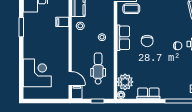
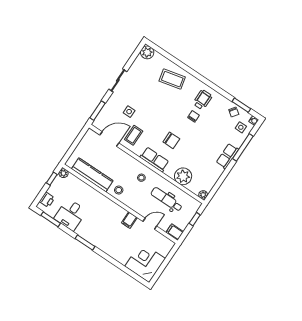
filing cabinet: (62, 22) -> (129, 220), moved
corner desk: (37, 73) -> (145, 262), moved
door: (70, 78) -> (150, 224), moved
plant: (125, 82) -> (183, 176), moved
row of seats: (148, 93) -> (227, 156), moved

